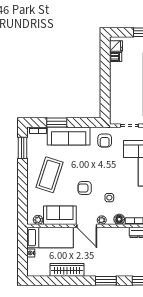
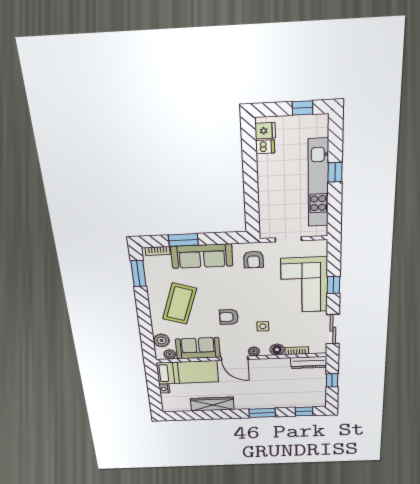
plant: (33, 207) -> (162, 340), added

